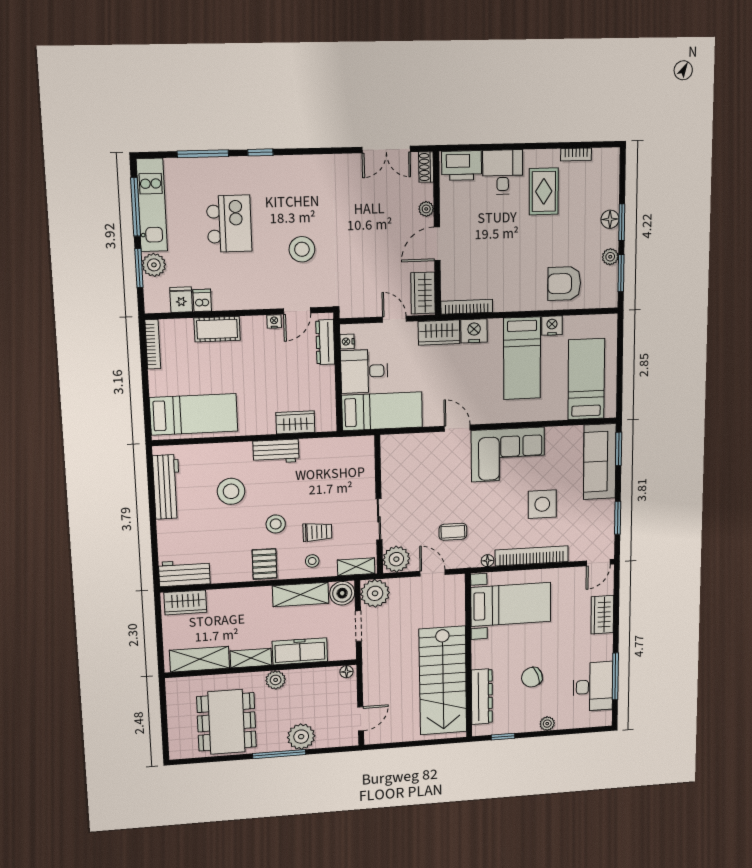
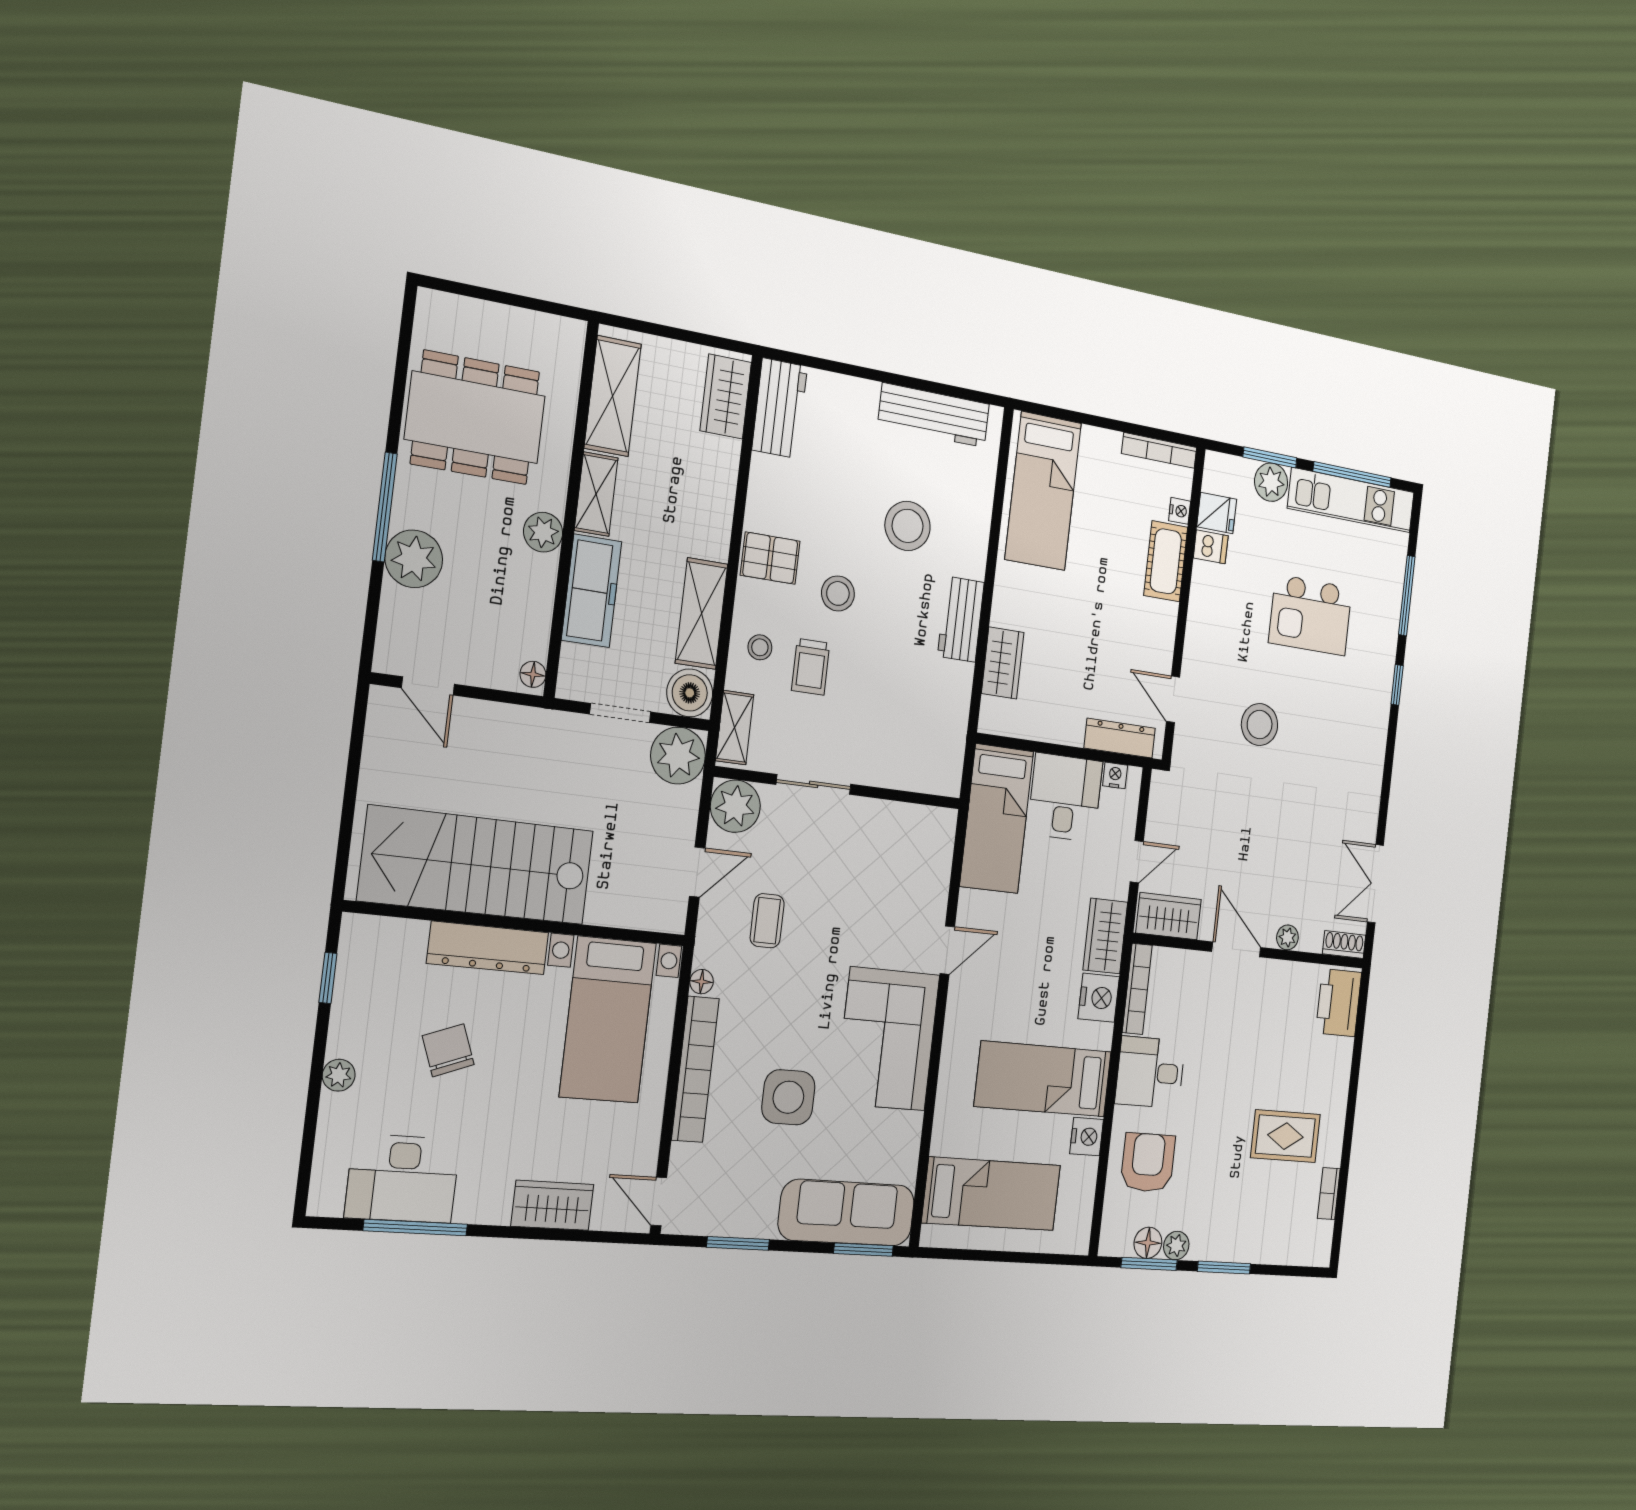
desk: (503, 172) -> (1150, 1072), moved, turned 180
floor lamp: (610, 219) -> (1148, 1243), moved
nightstand: (274, 321) -> (1180, 511), moved
dresser: (482, 697) -> (488, 948), moved

